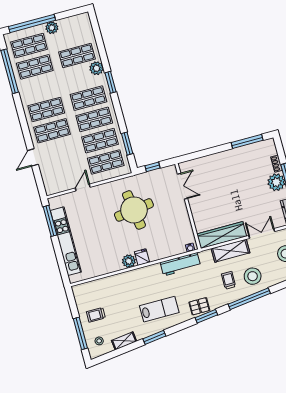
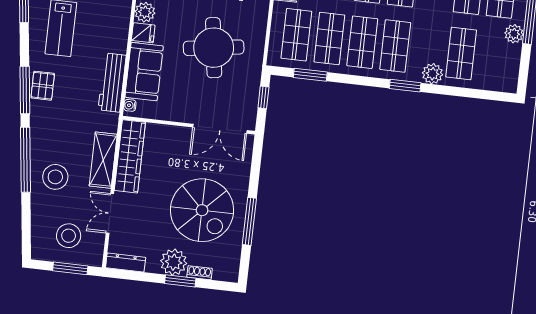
window: (247, 141) -> (249, 221), moved
spiral stairs: (237, 177) -> (202, 210), added
double door: (183, 186) -> (220, 129), width x1.37
double door: (262, 233) -> (110, 213), swing flipped
sofa: (166, 247) -> (144, 72), added
trolley: (229, 280) -> (63, 141), removed
window: (206, 316) -> (25, 90), width x1.44

